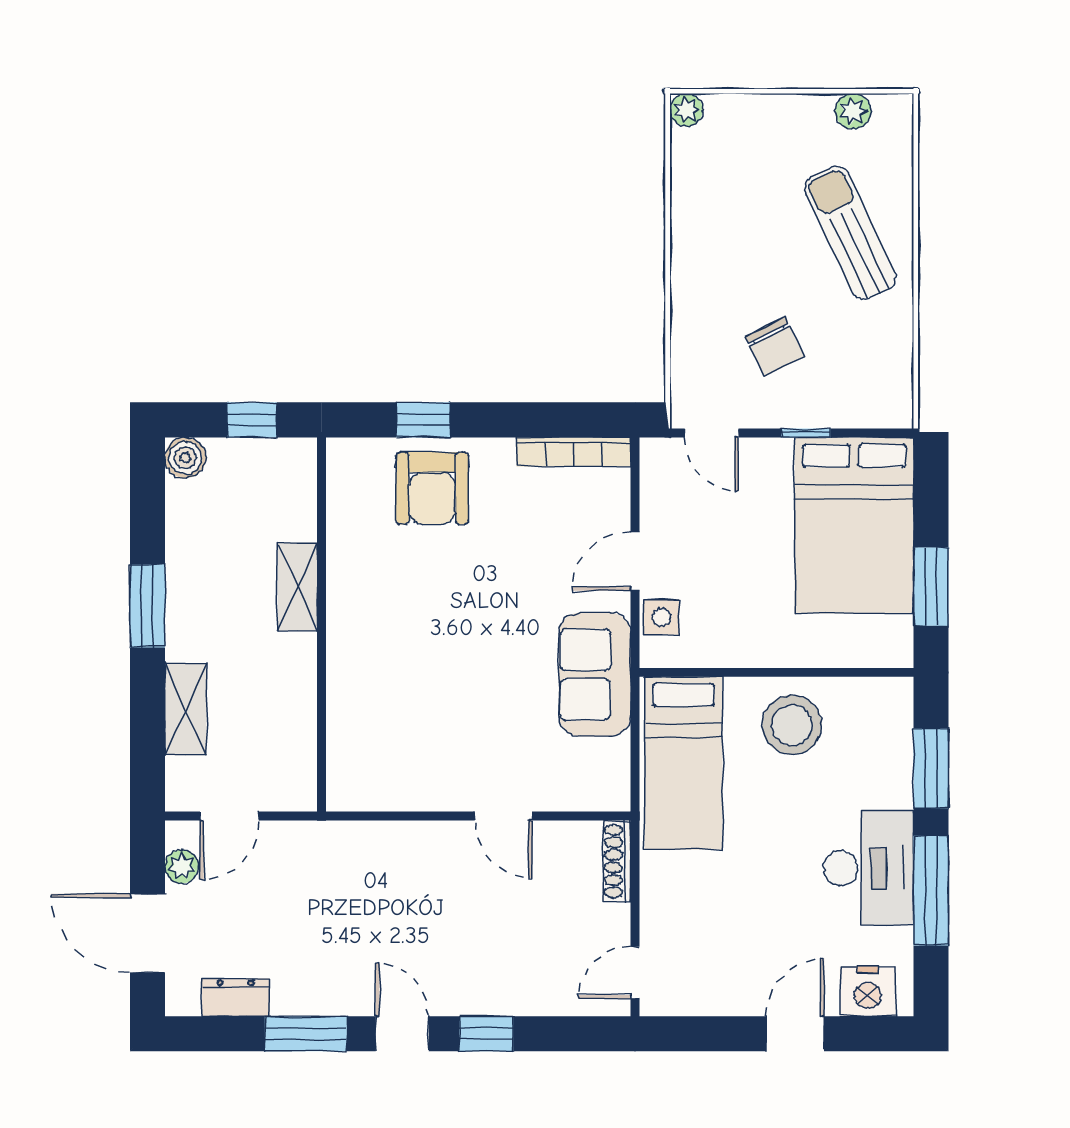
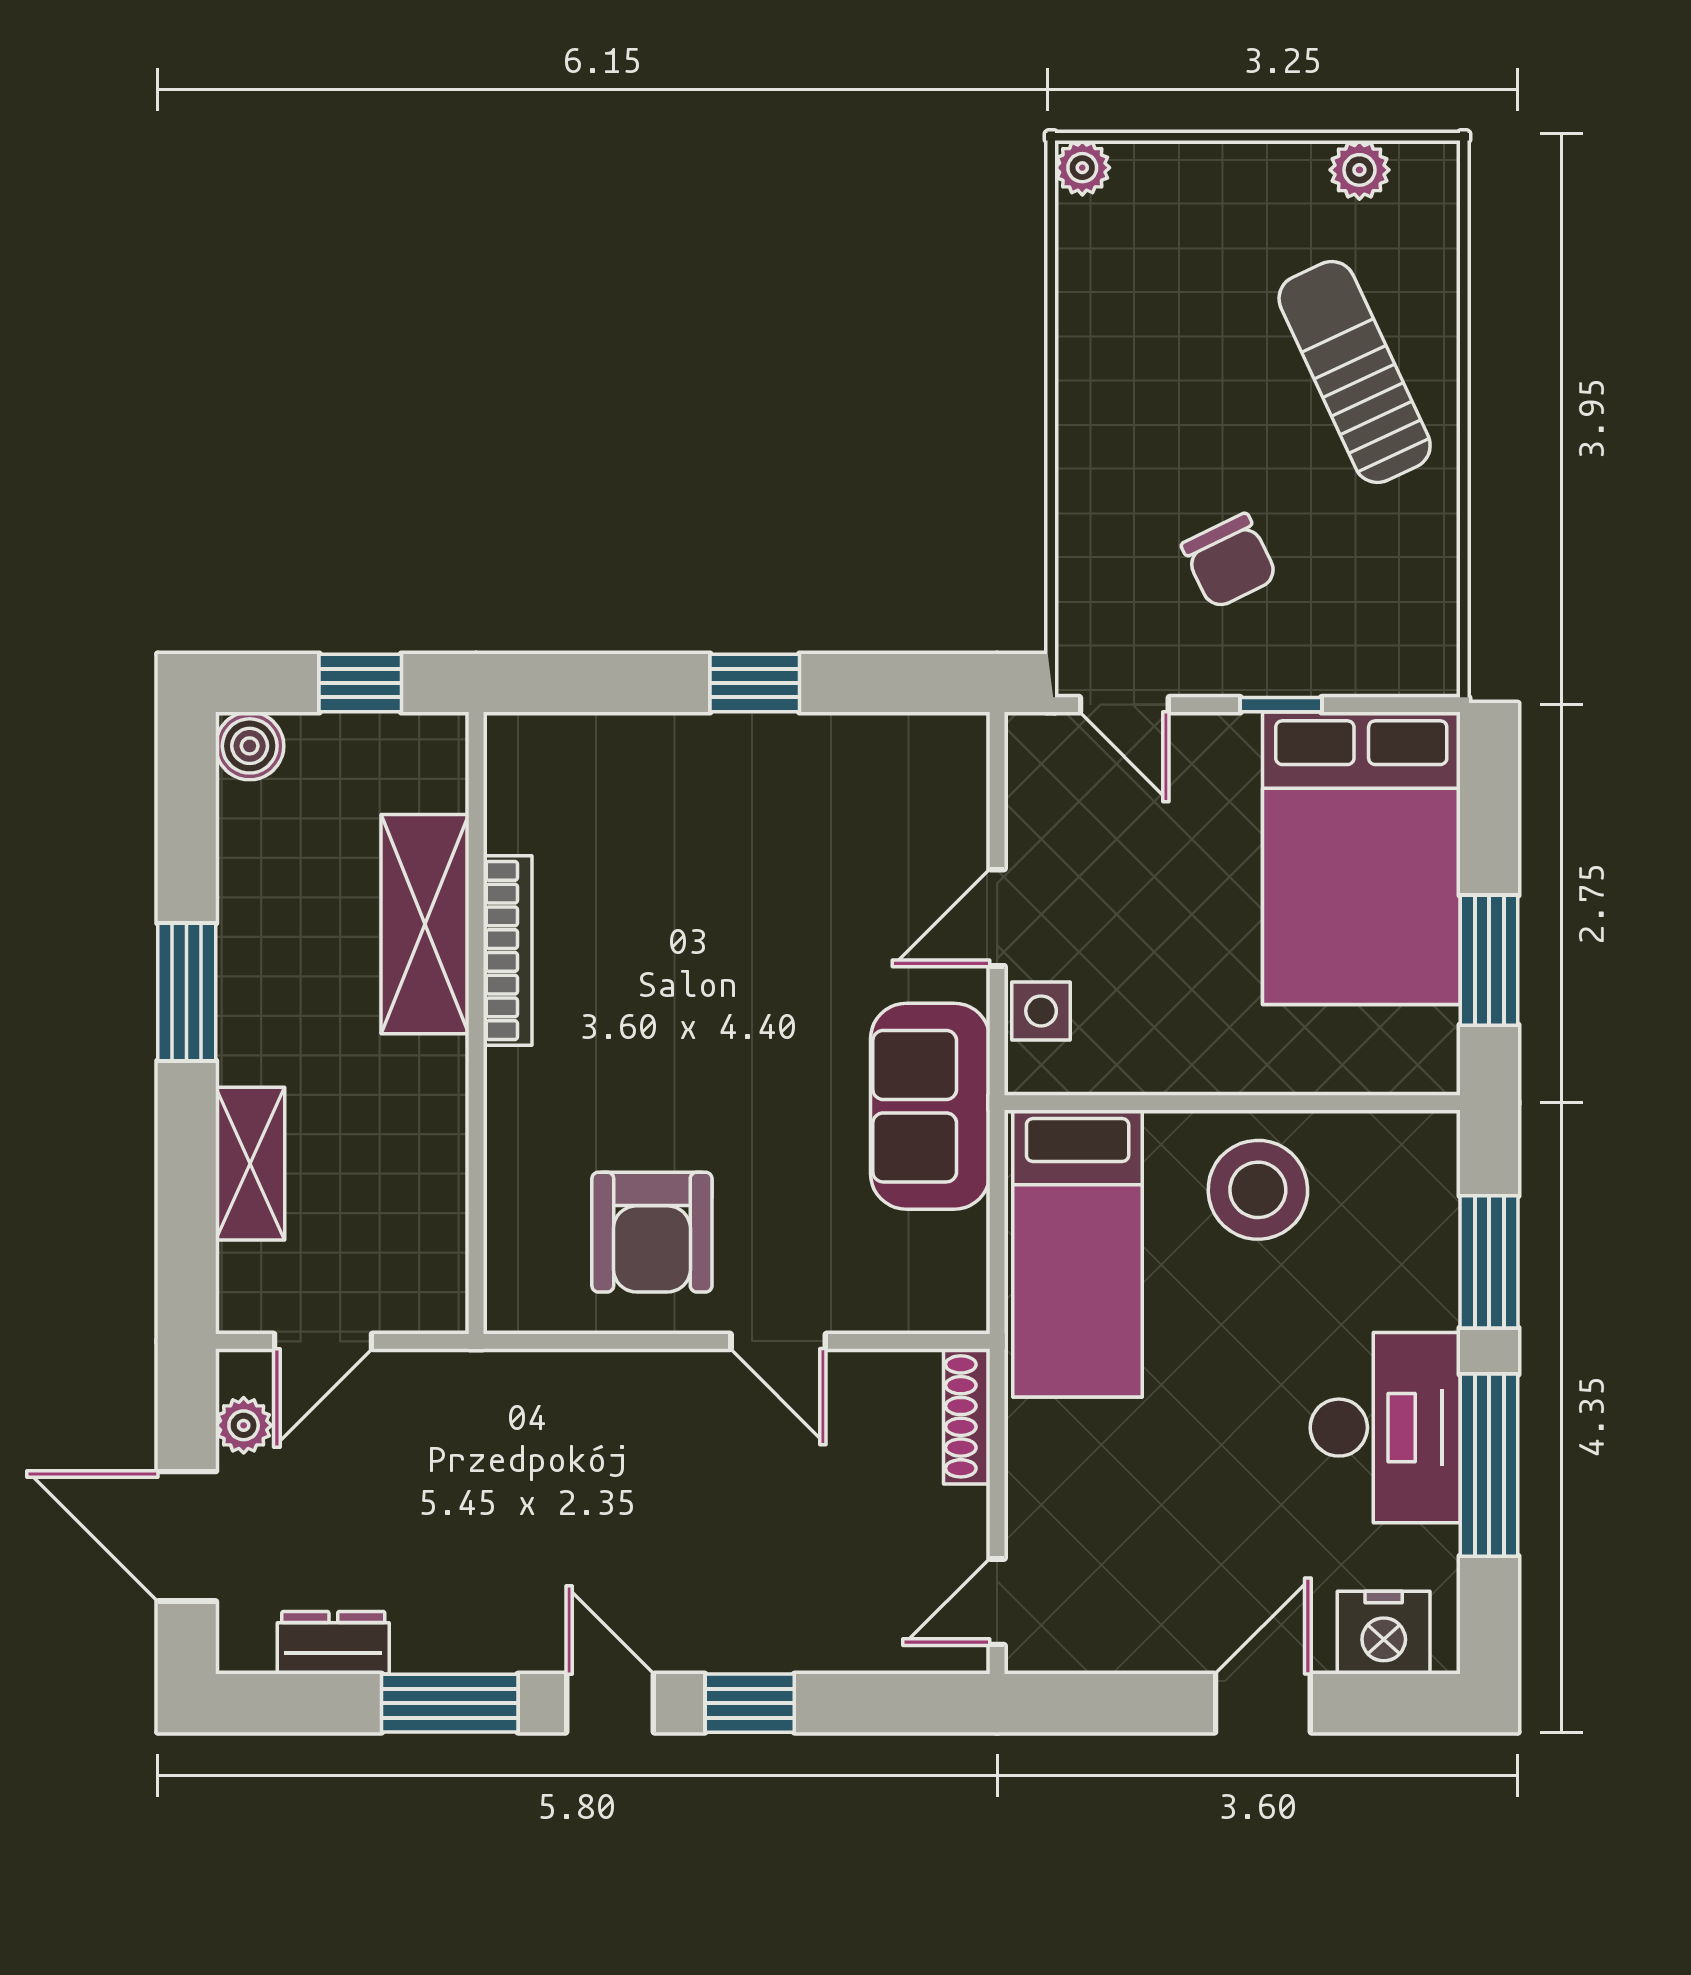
window: (423, 420) -> (755, 683), moved
bookcase: (574, 452) -> (508, 951), moved, turned -90
armchair: (432, 488) -> (652, 1232), moved
shelving: (297, 587) -> (425, 924), width x1.50, depth x1.33

